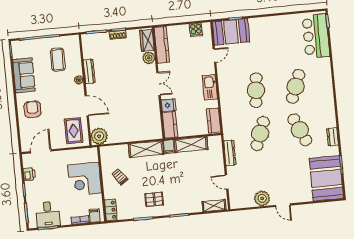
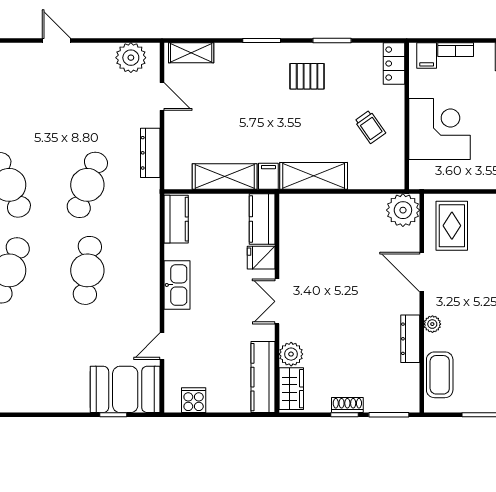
coffee table: (58, 60) -> (440, 375), moved
plant: (262, 198) -> (131, 58), moved

